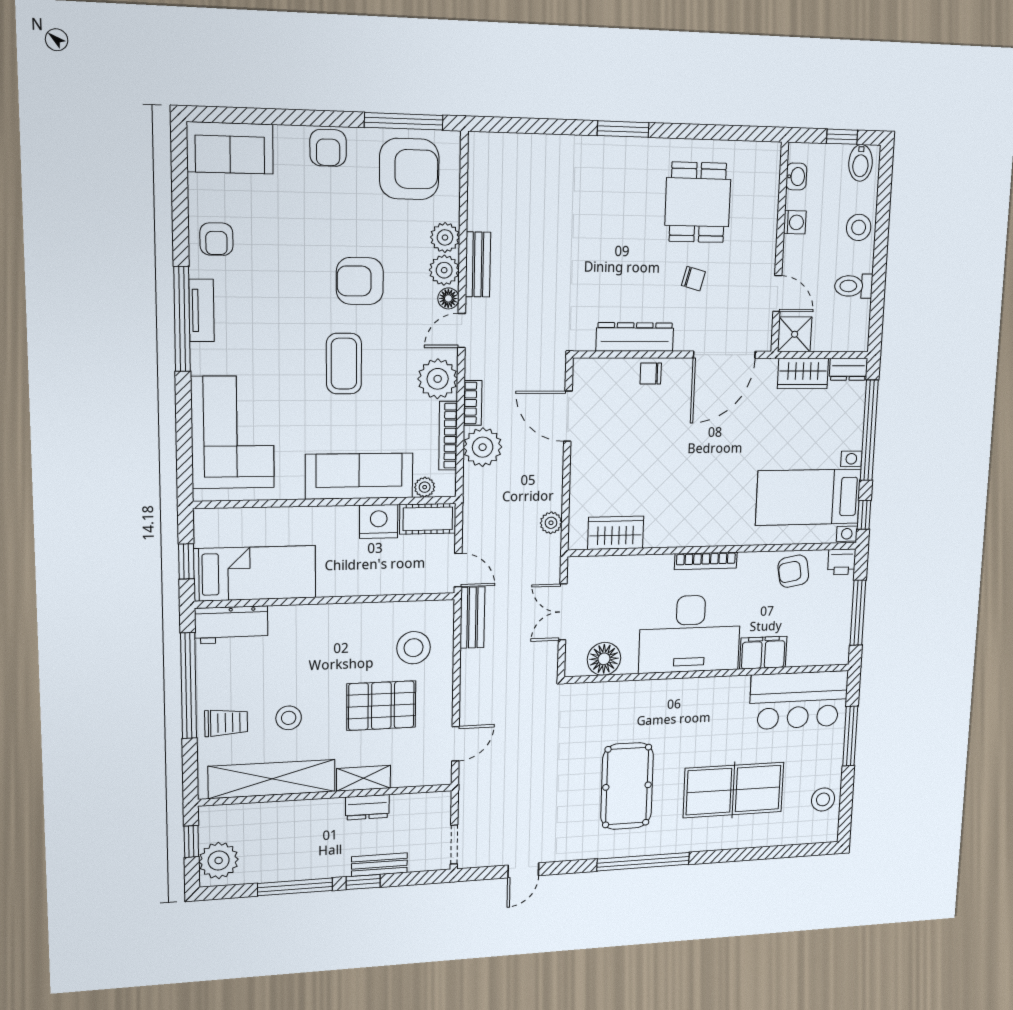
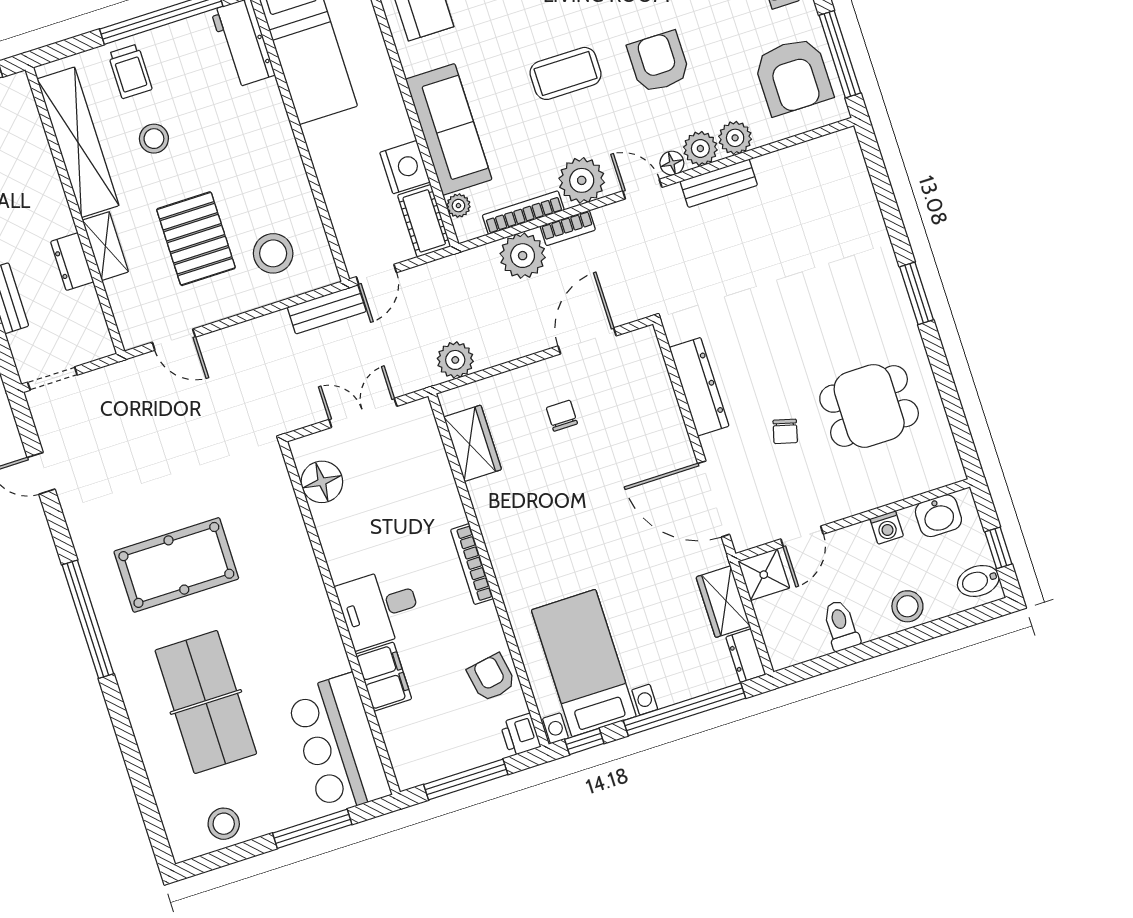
washbasin: (796, 177) -> (938, 516), width x1.38, depth x1.45
chair: (651, 373) -> (562, 416), moved
plant: (551, 523) -> (455, 360), width x1.38, depth x1.38
desk: (690, 634) -> (379, 608), width x0.53, depth x0.77

